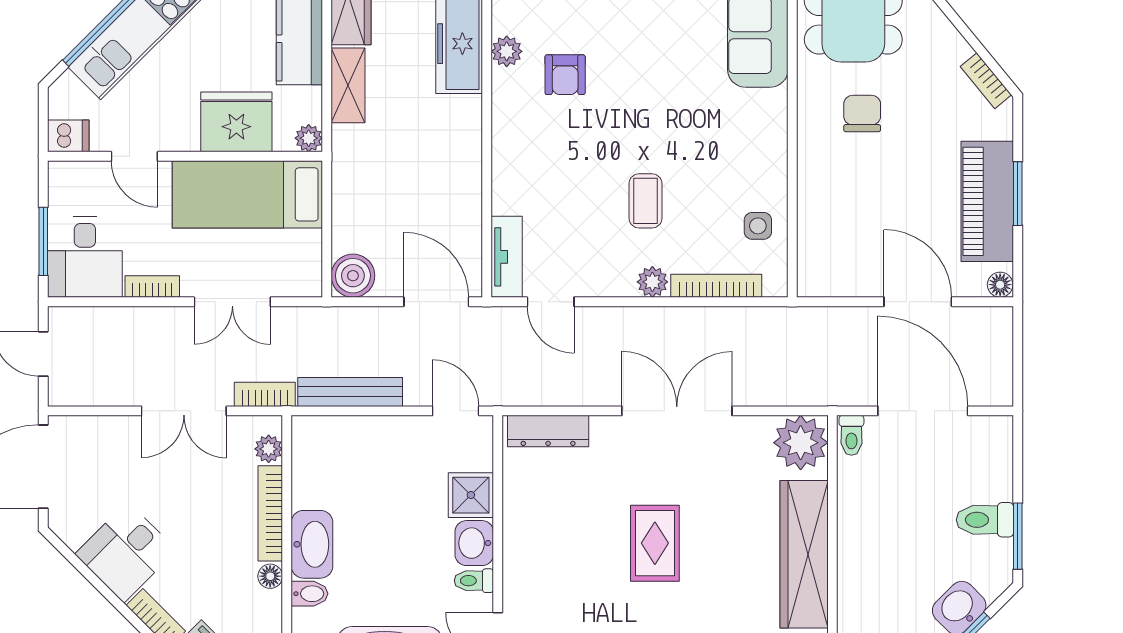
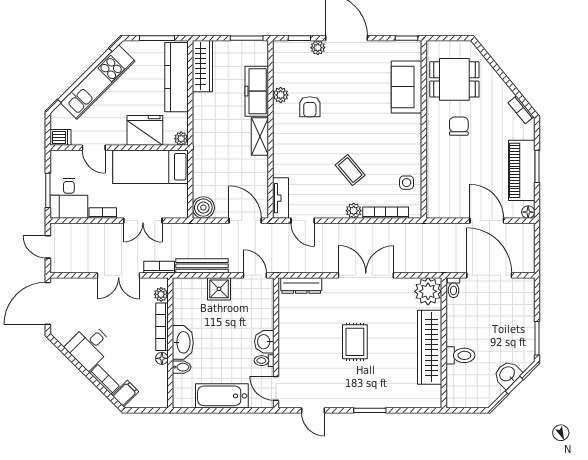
shelving: (348, 85) -> (260, 137), moved
coffee table: (646, 201) -> (350, 170), turned -40
shower: (471, 495) -> (219, 289), moved
toilet: (985, 520) -> (460, 355), moved, turned 180

